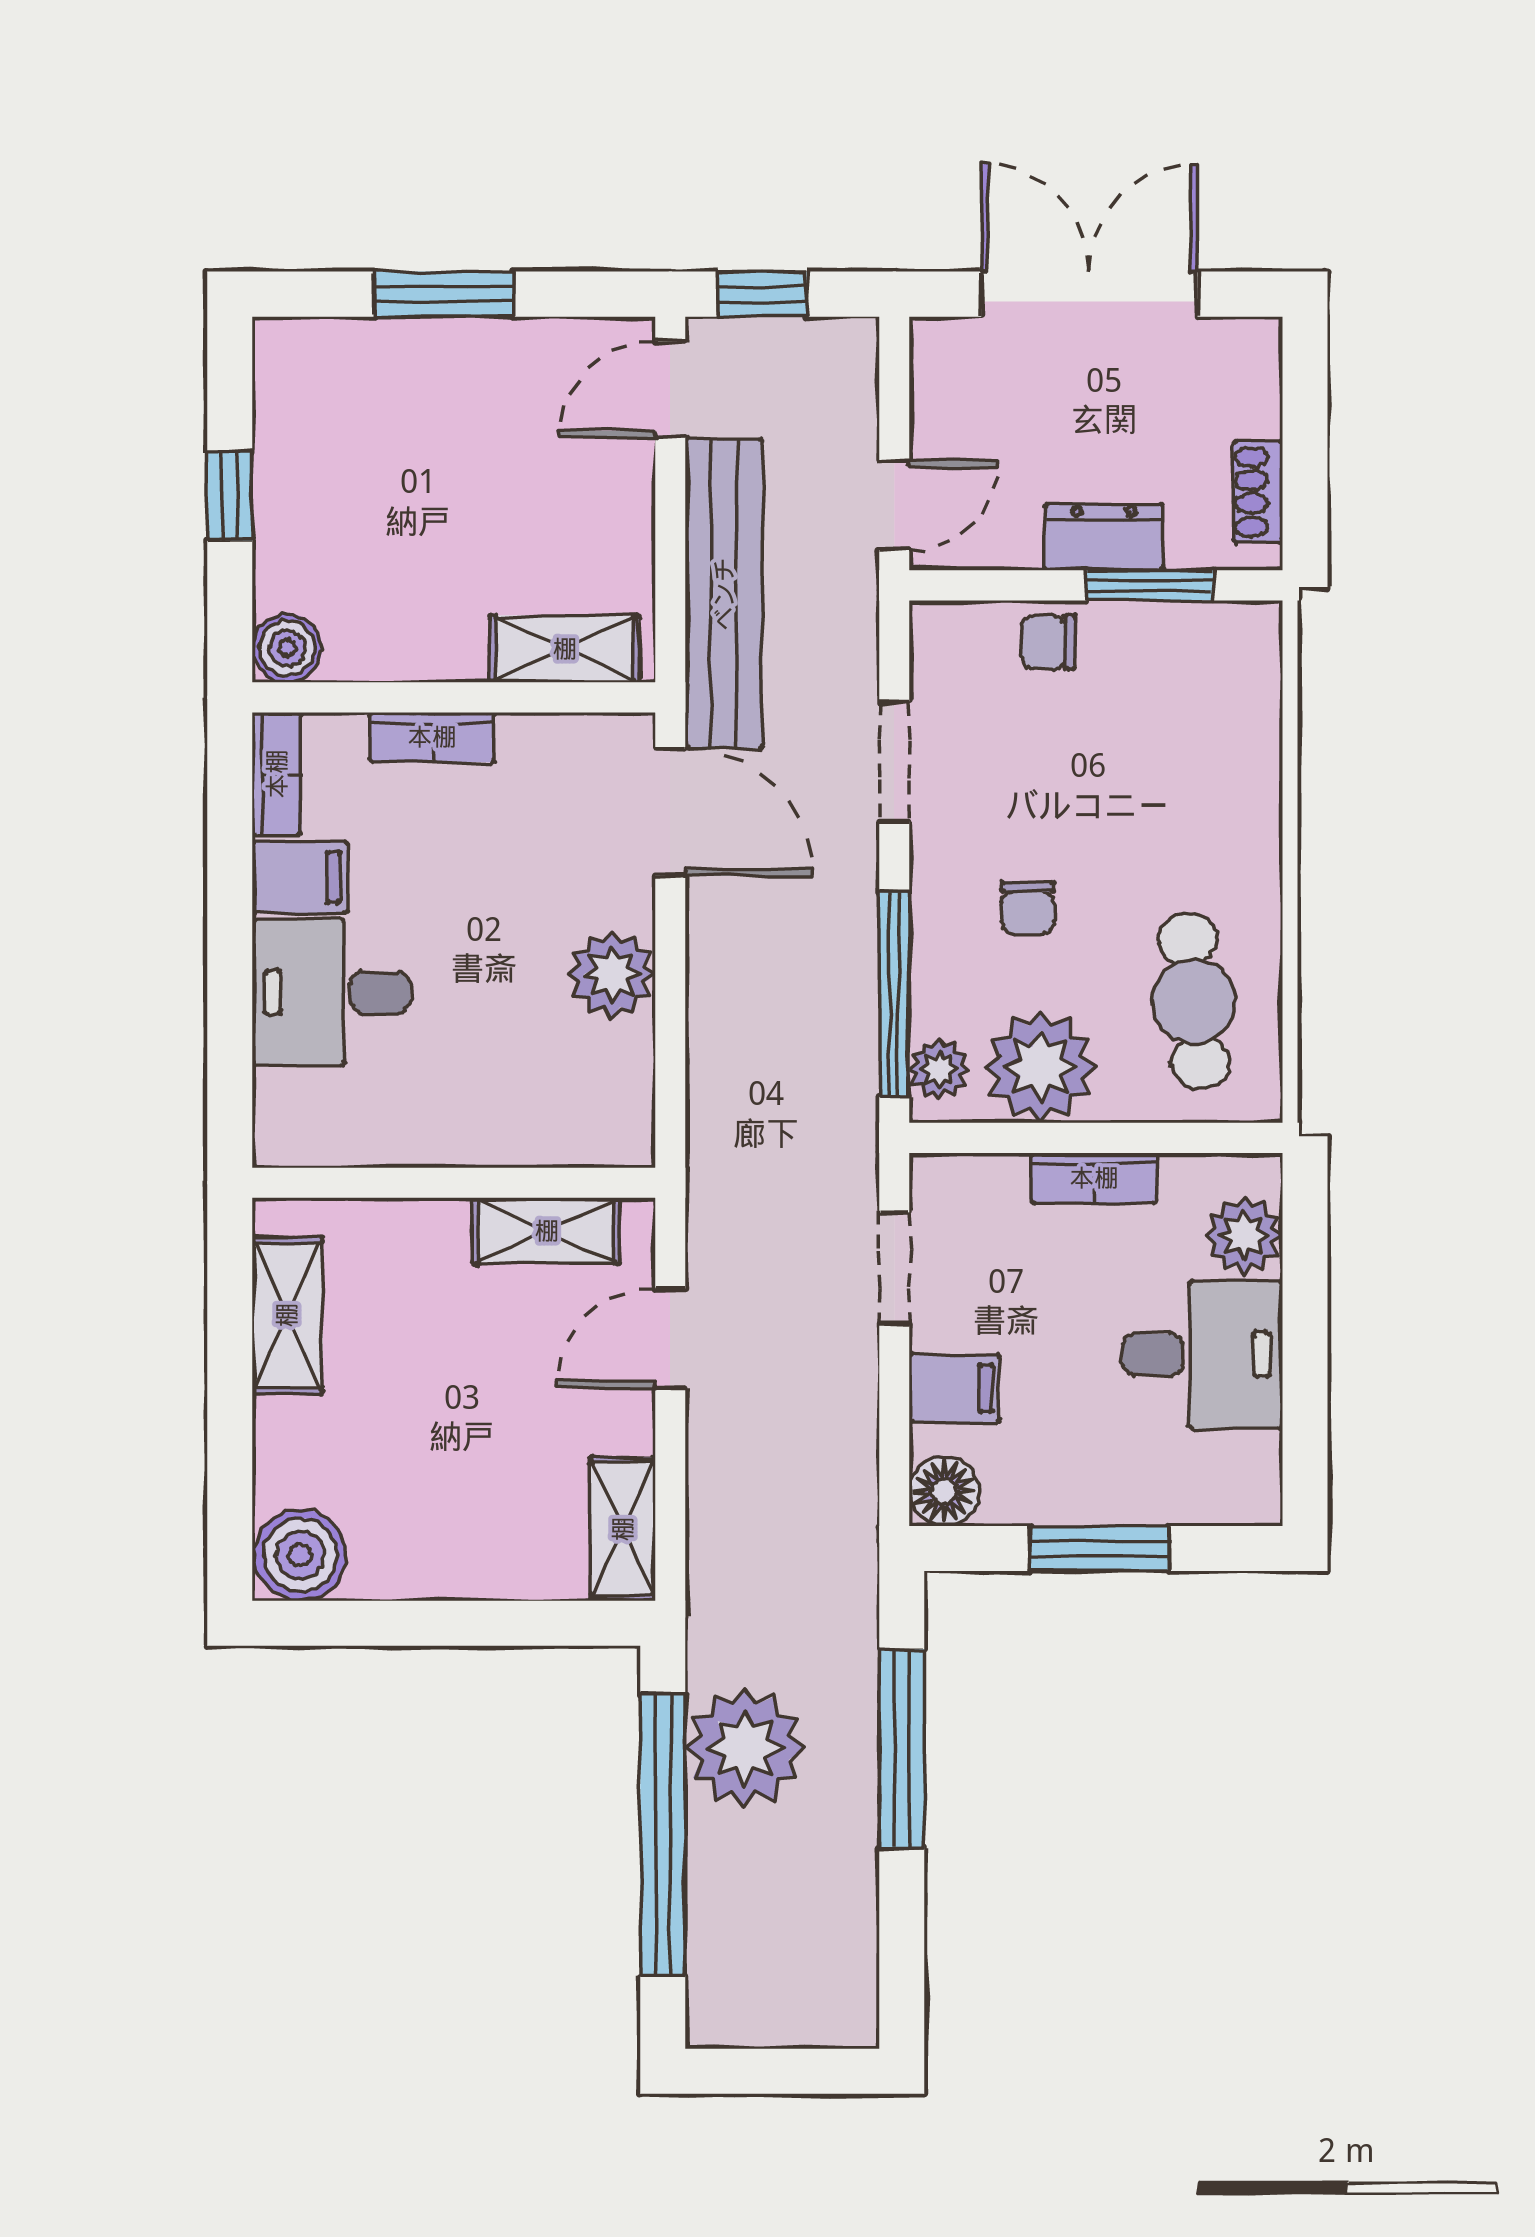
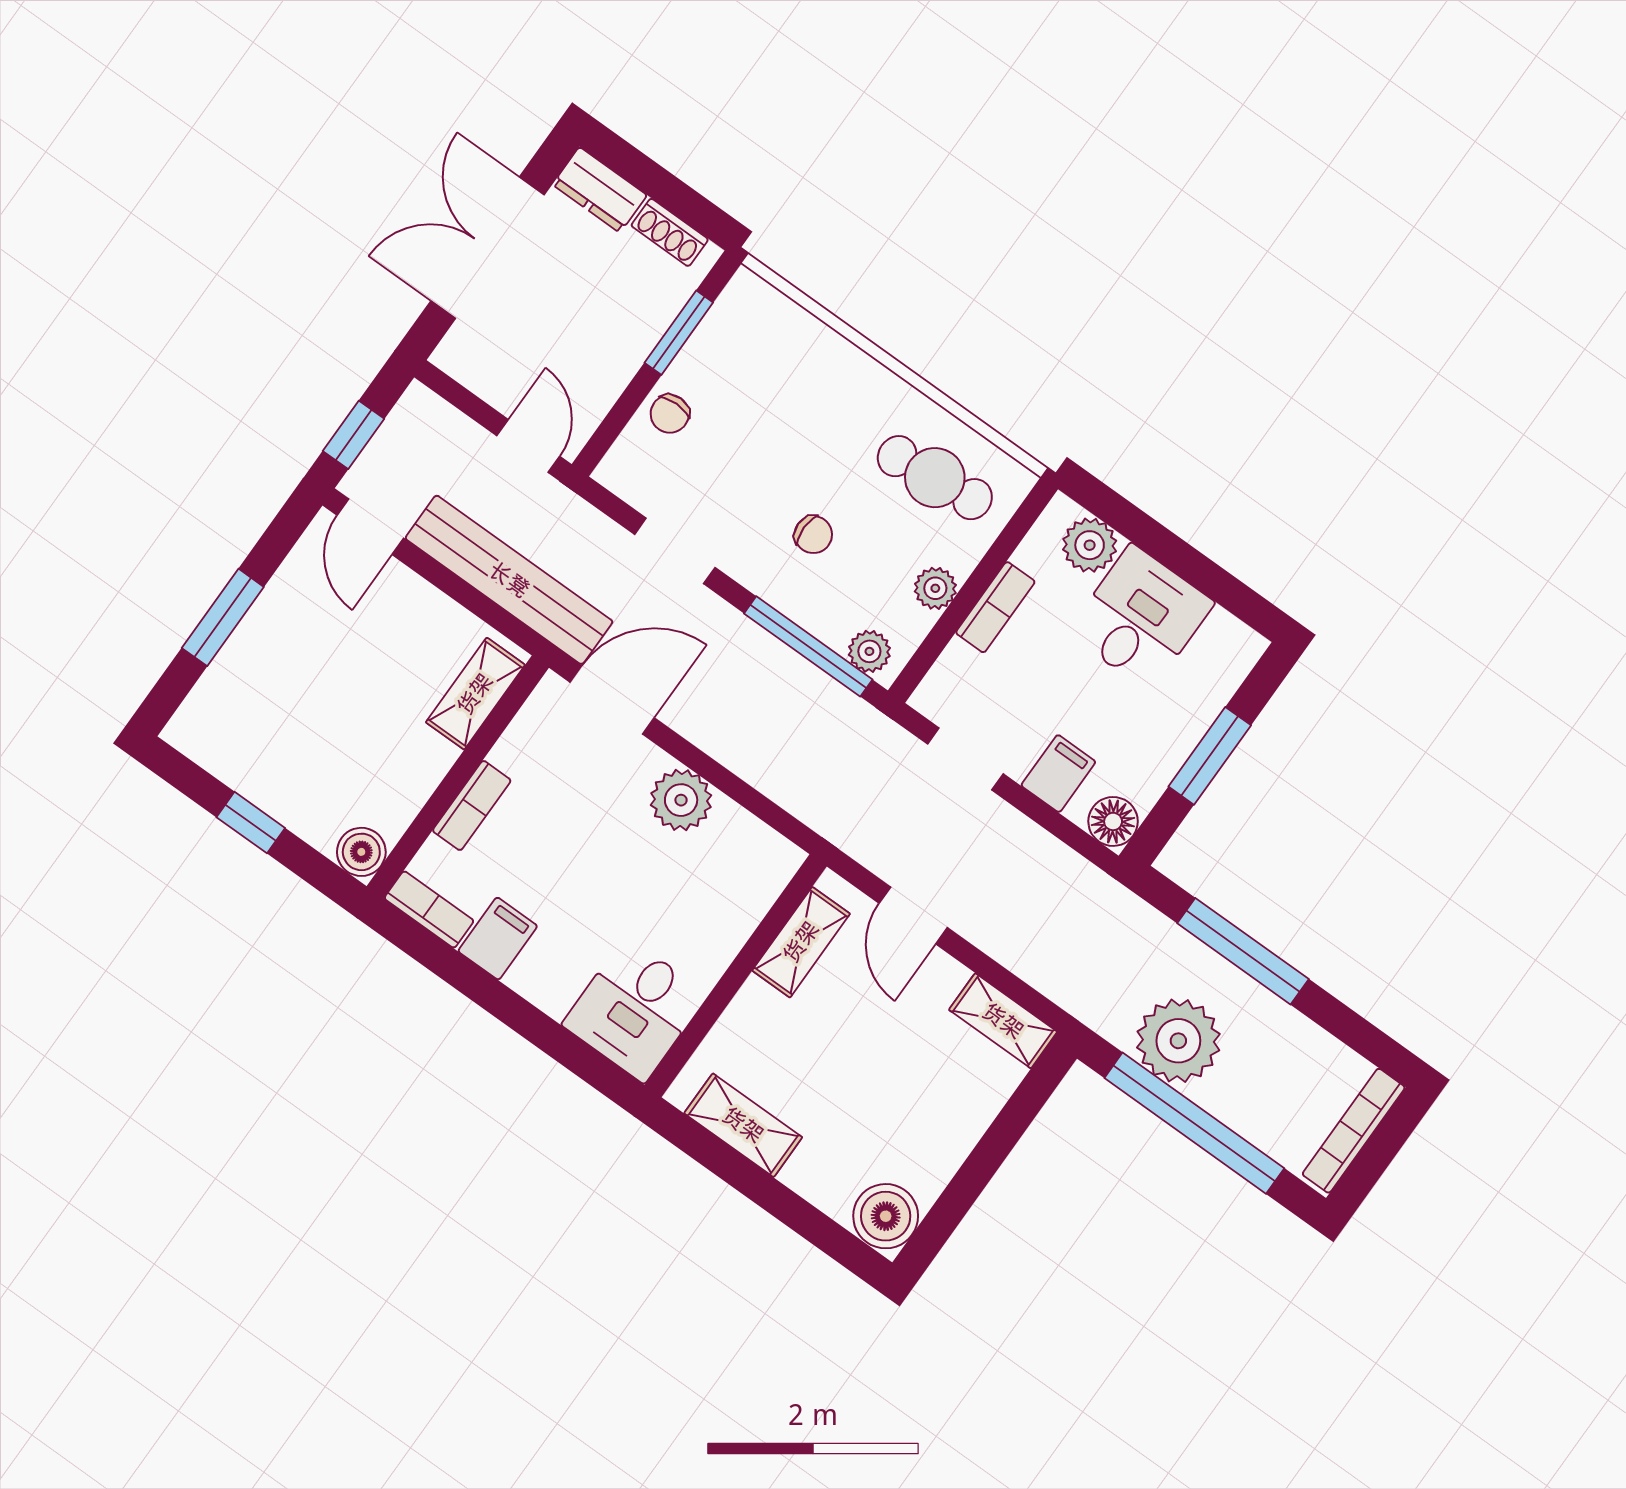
dresser: (1104, 537) -> (600, 190), moved, turned -90
desk: (331, 993) -> (635, 1010), moved
plant: (1040, 1067) -> (935, 588), width x0.53, depth x0.53
bookcase: (786, 2025) -> (1354, 1131), added

